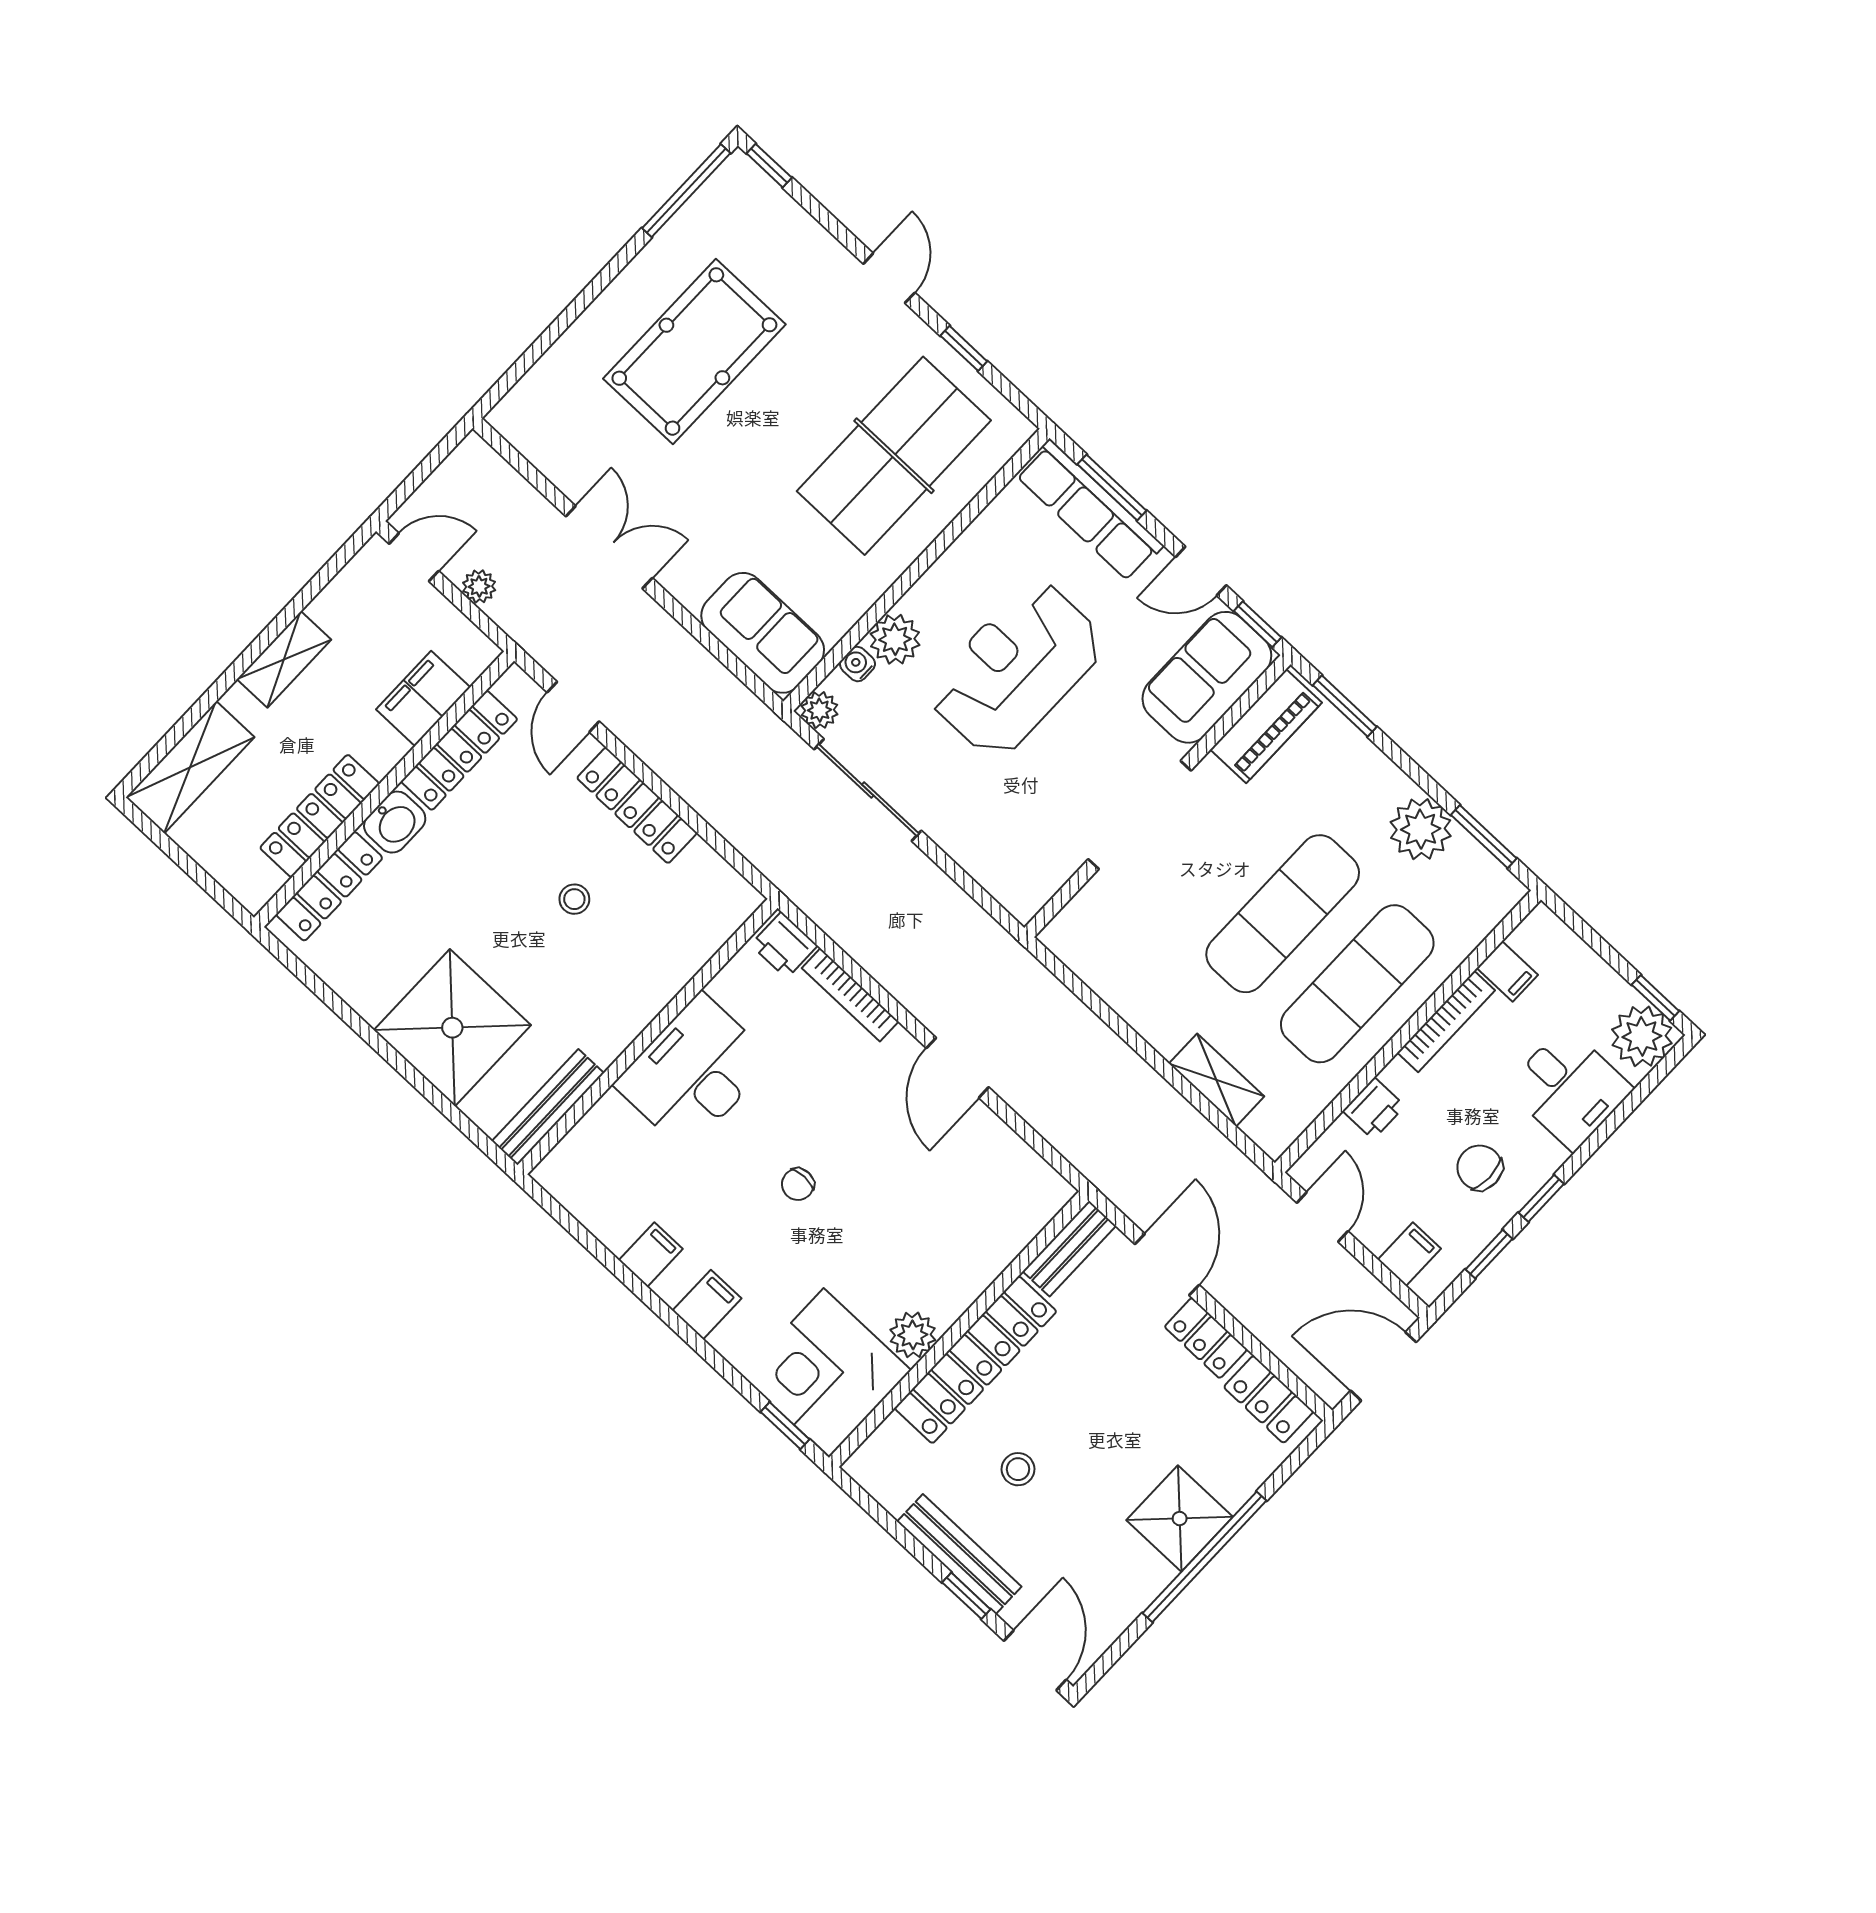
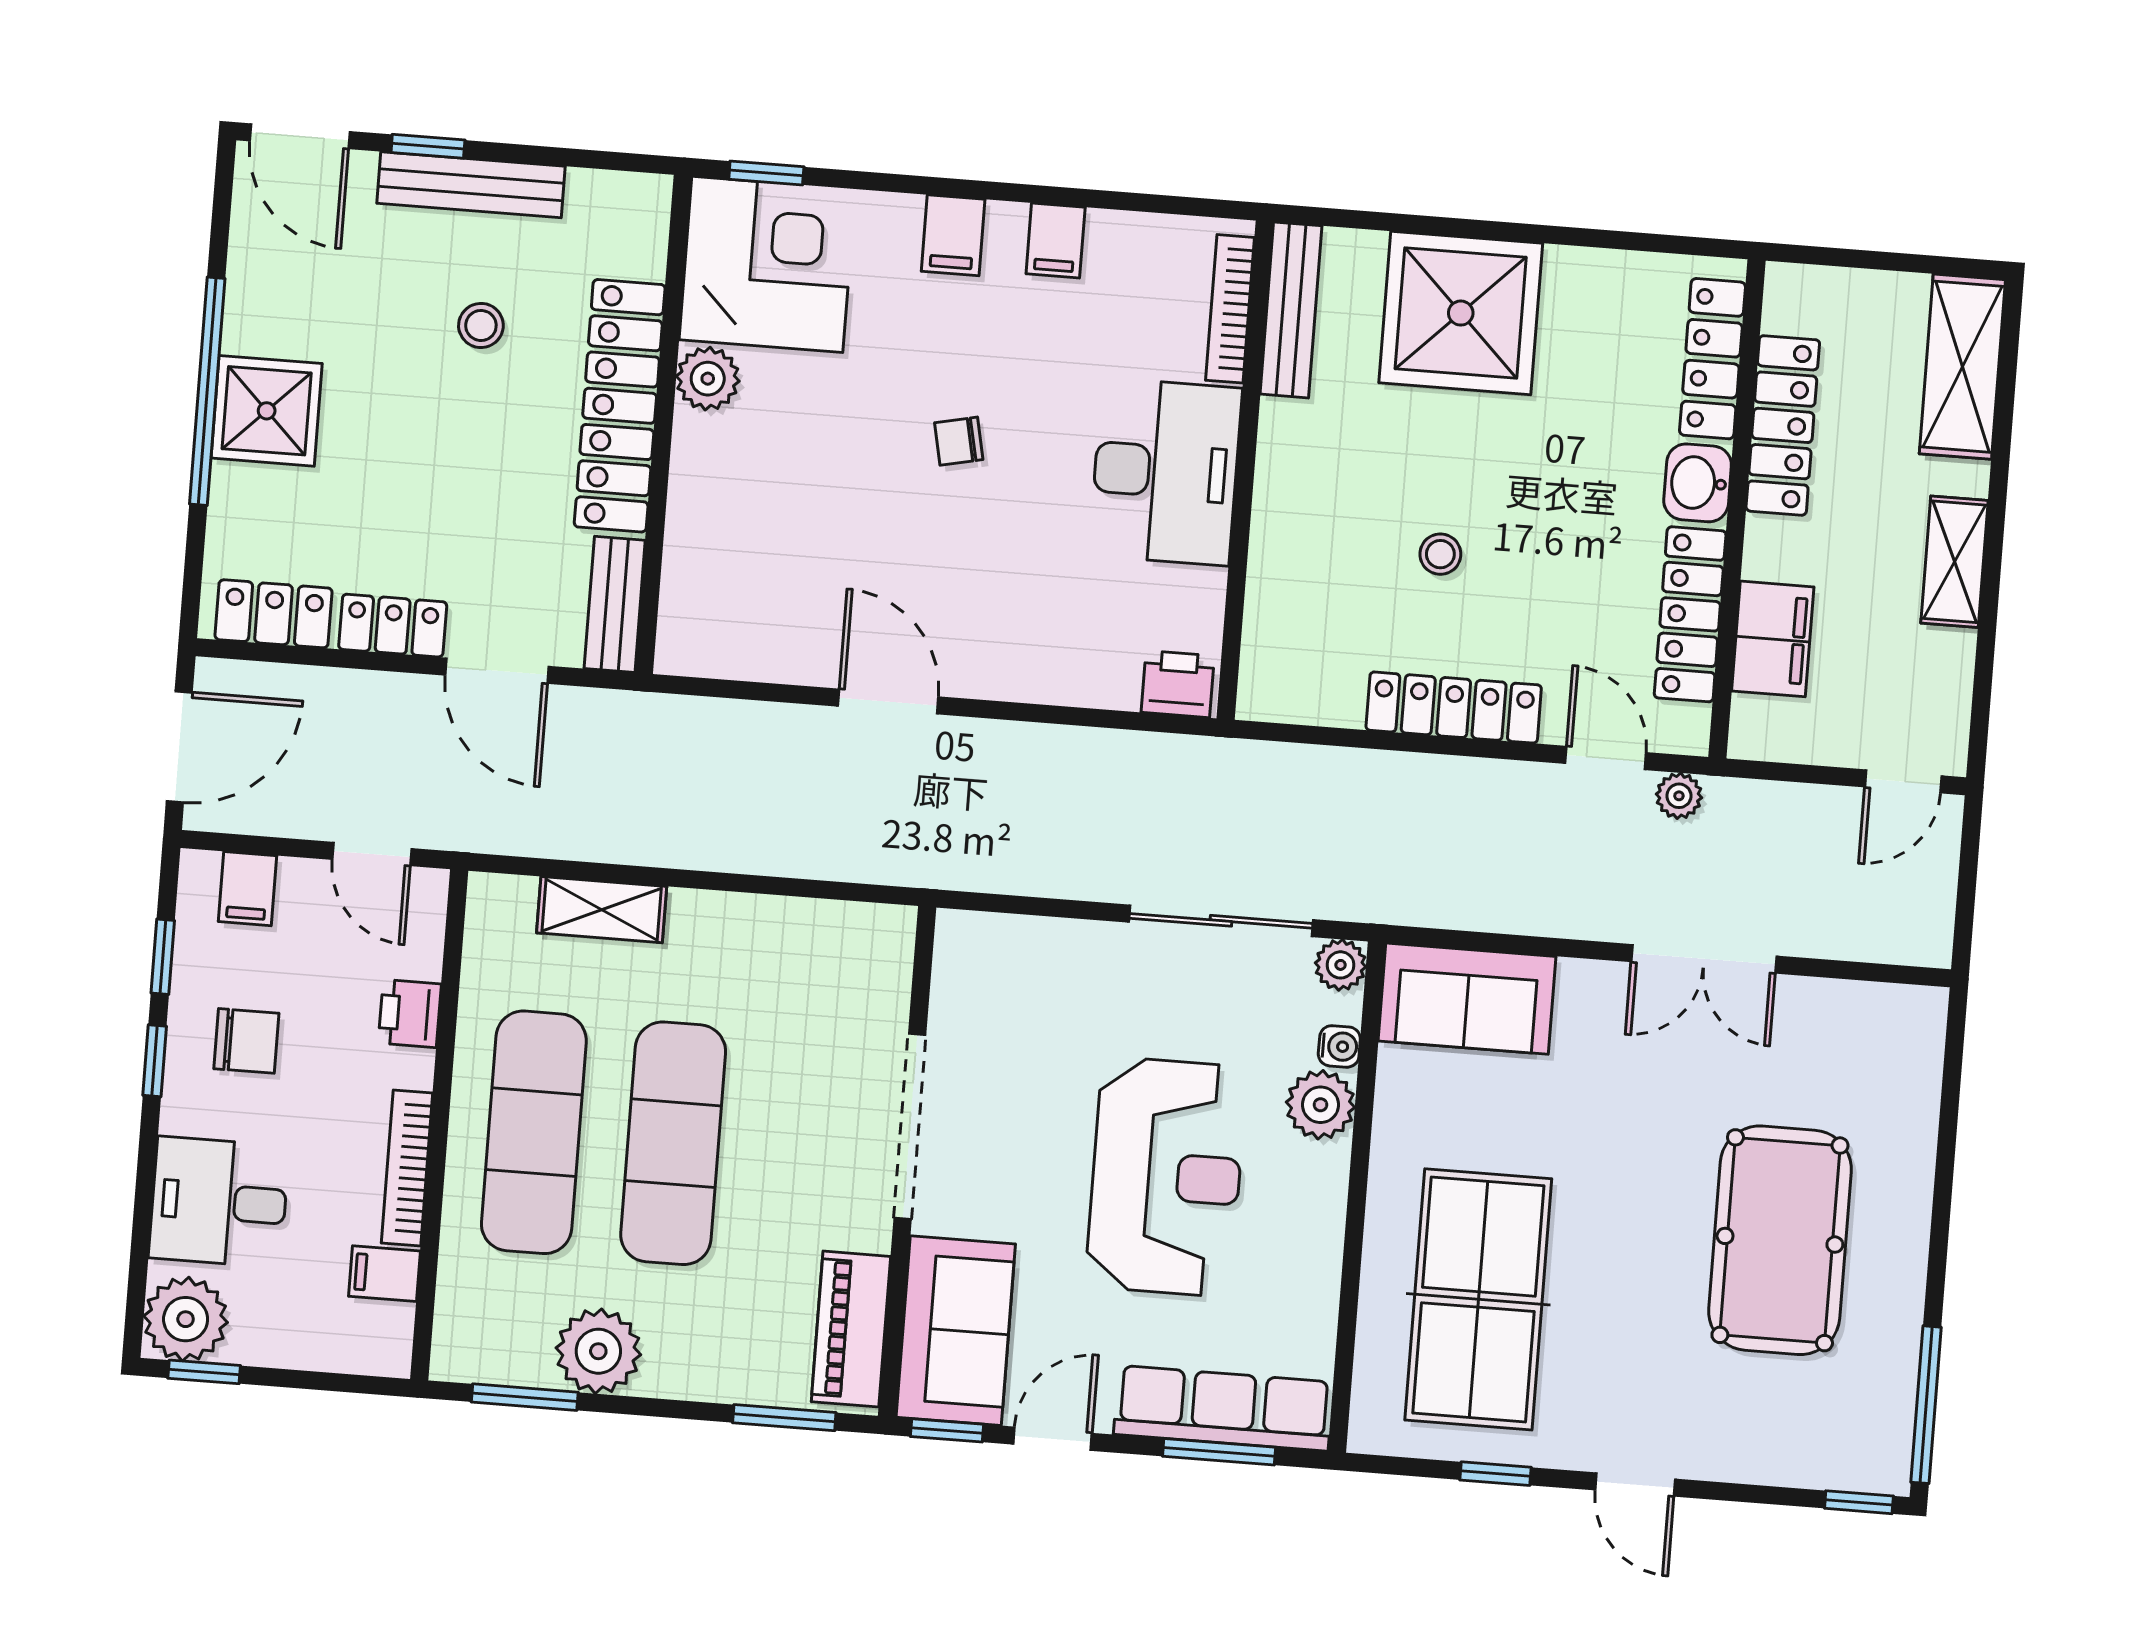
plant: (479, 586) -> (1679, 796), moved
bookcase: (850, 995) -> (1230, 309), moved, turned -90
chair: (798, 1184) -> (959, 441), turned -102

